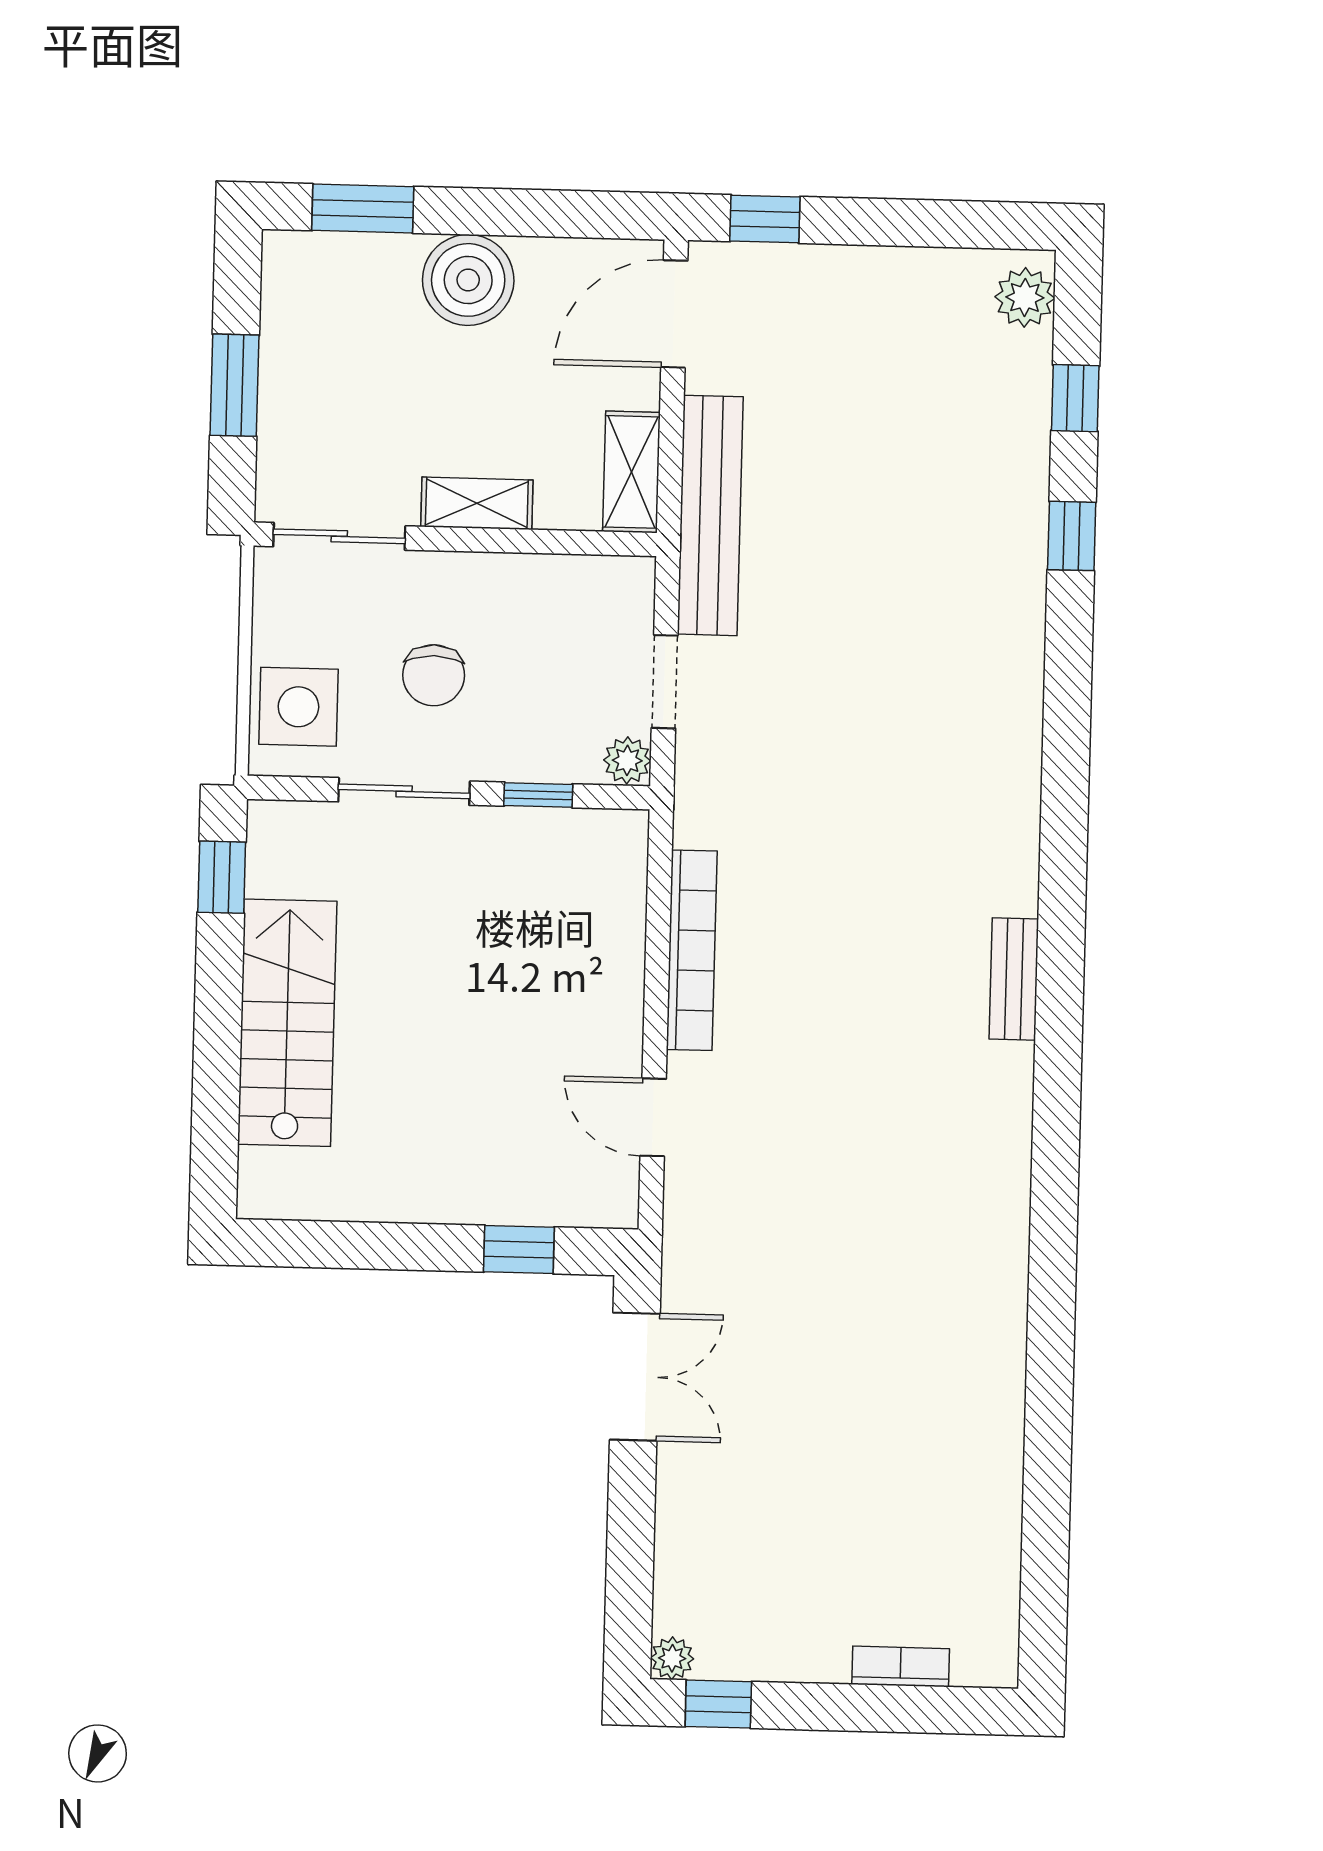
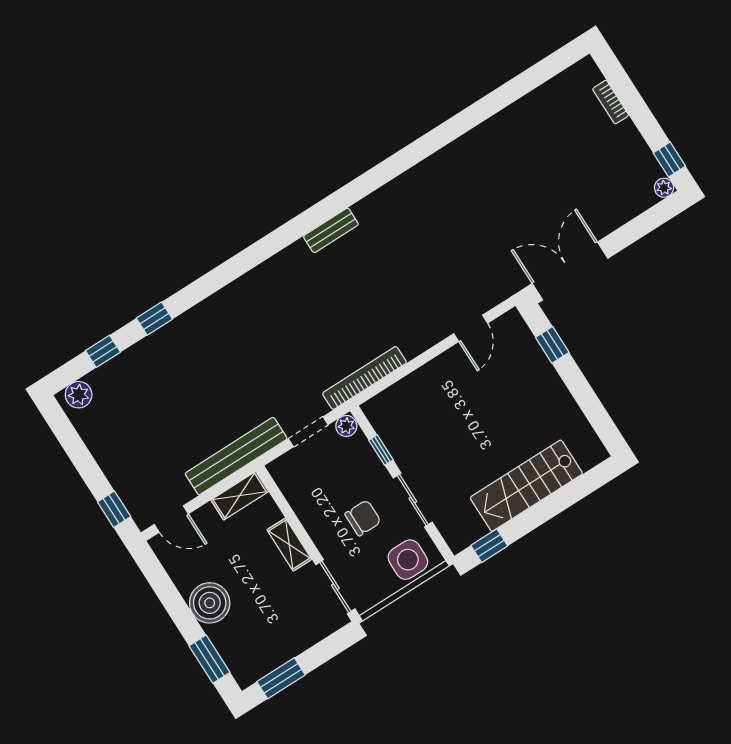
door: (674, 314) -> (171, 519), width x0.73
window: (235, 385) -> (281, 678), moved
bookcase: (692, 950) -> (364, 378), moved
double door: (635, 1377) -> (570, 271), width x1.37

